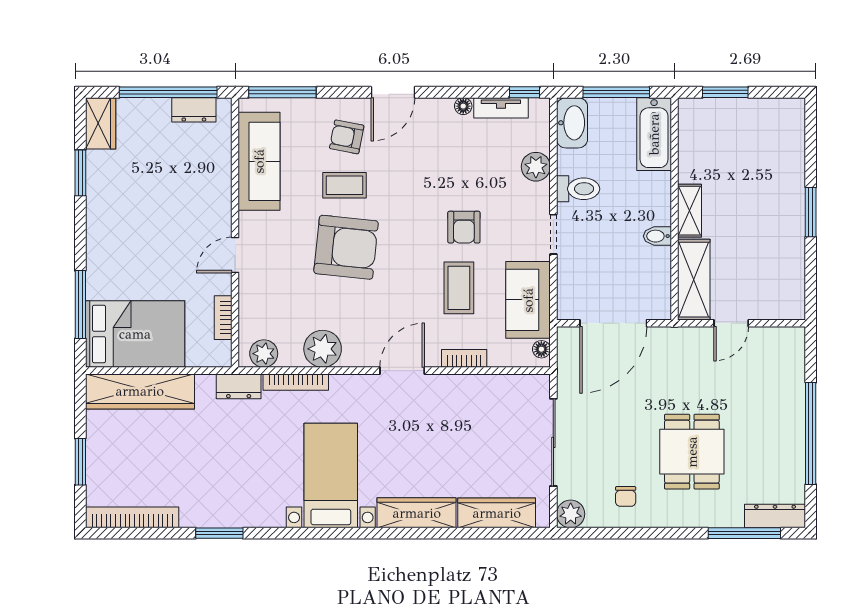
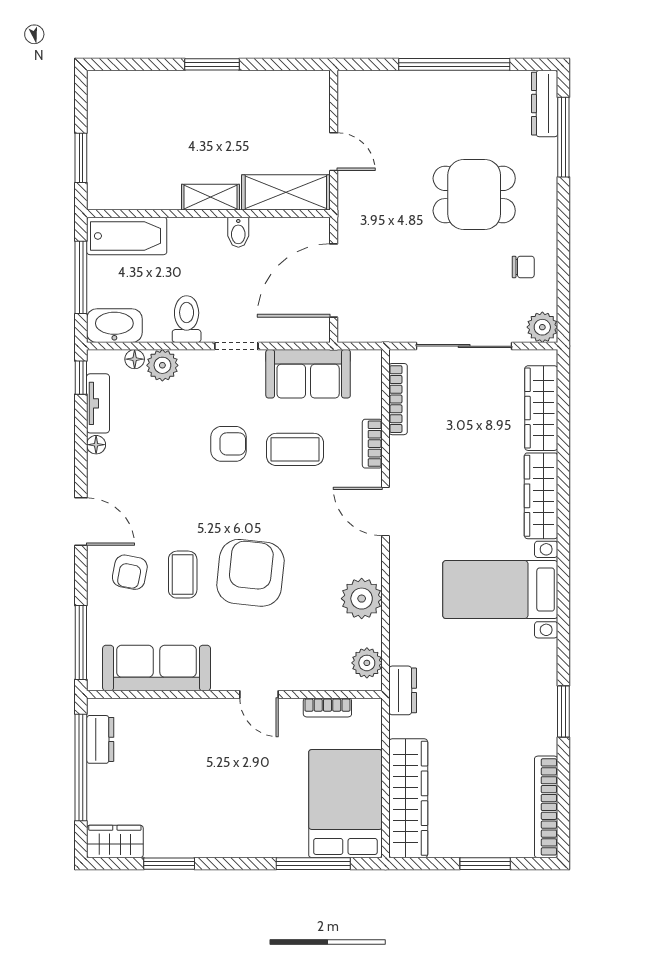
door: (613, 323) -> (334, 280), swing flipped
floor lamp: (541, 349) -> (135, 359), moved
bookcase: (296, 382) -> (398, 399), moved

